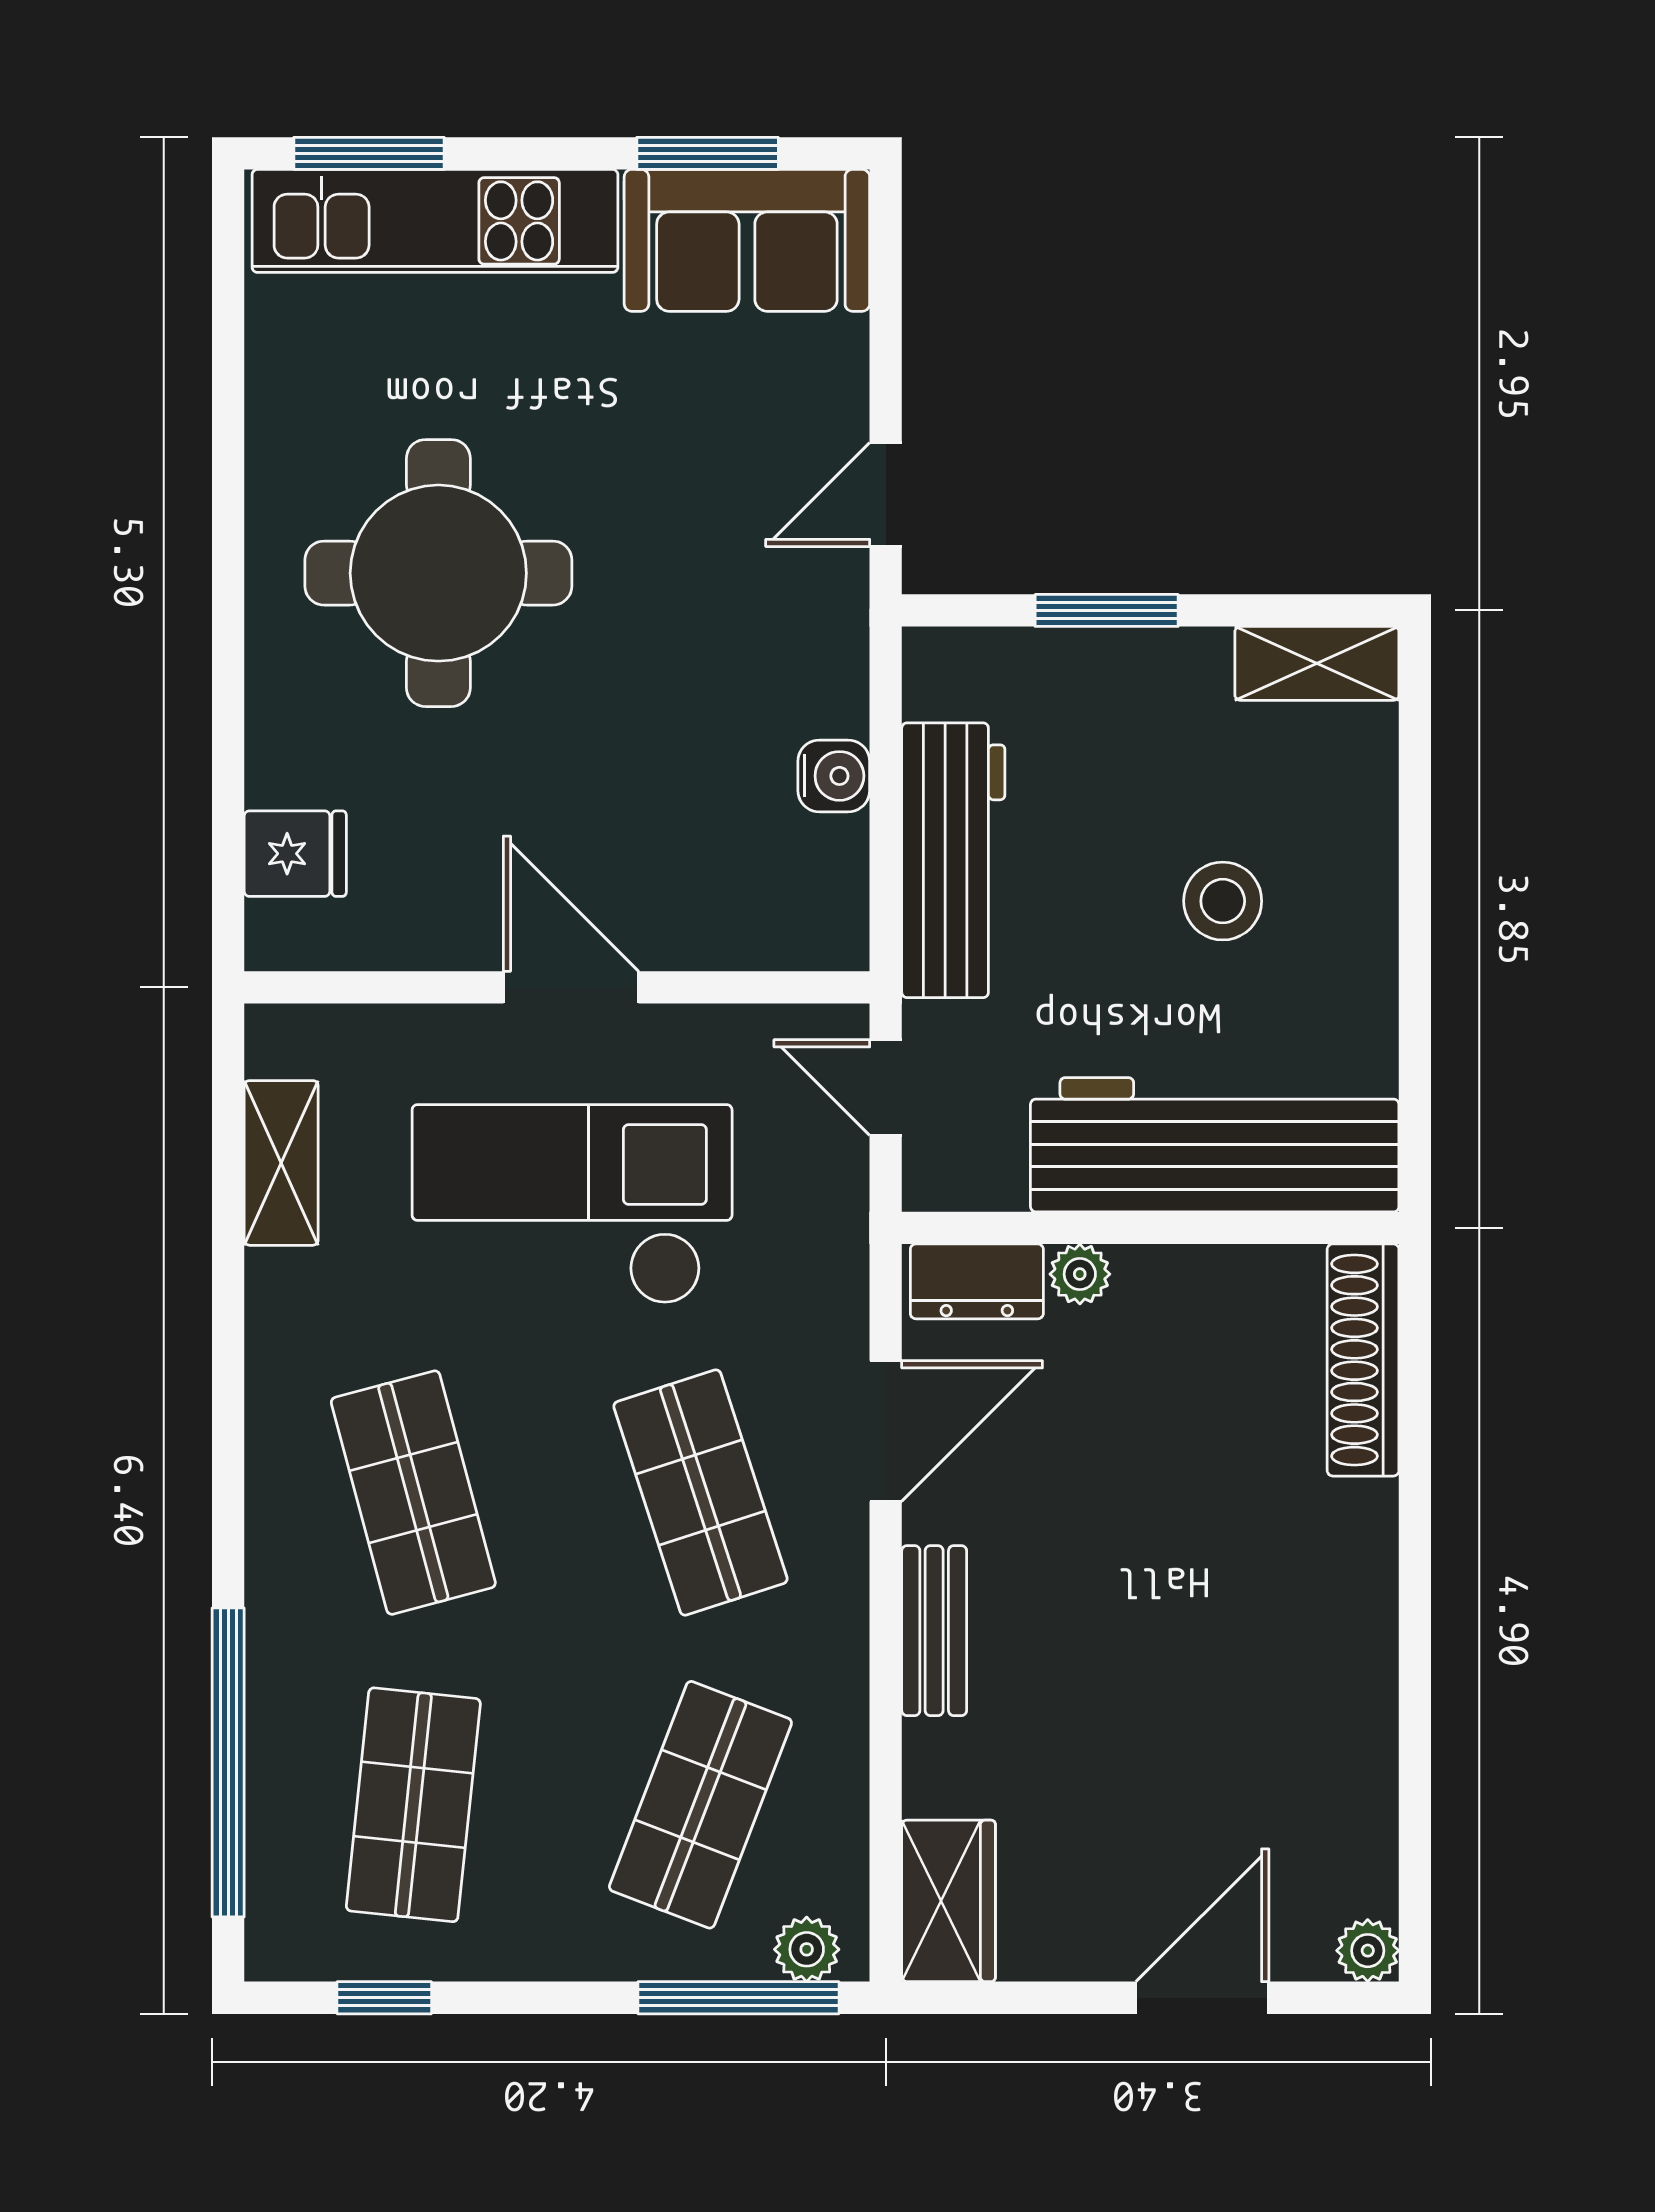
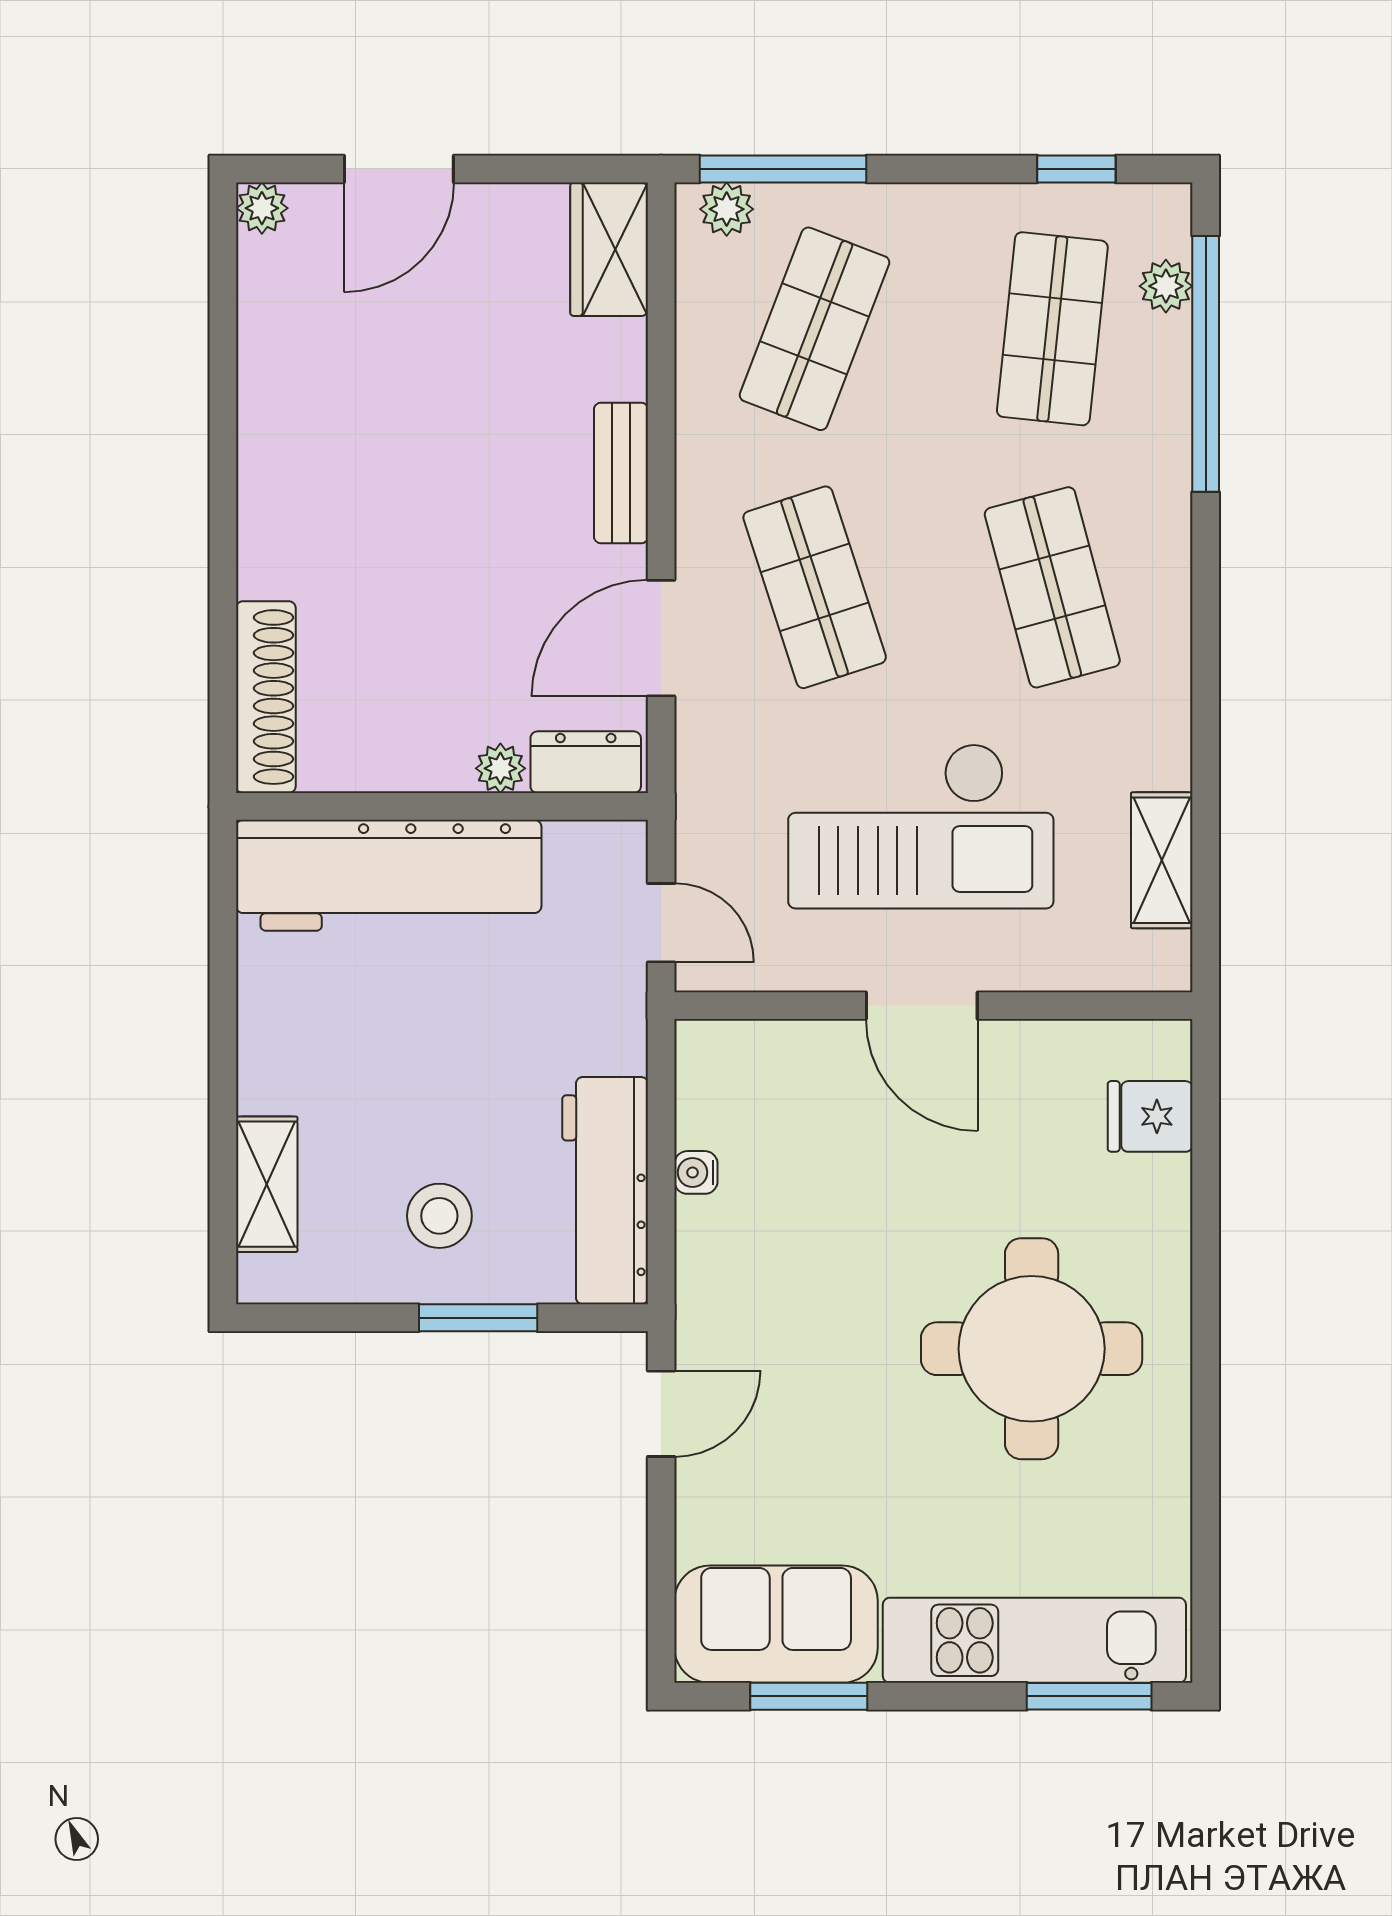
shelving: (1317, 663) -> (267, 1184), moved, turned 90
water cooler: (834, 776) -> (696, 1172), width x0.72, depth x0.72
workbench: (953, 860) -> (605, 1191), moved
stool: (1223, 901) -> (439, 1216), moved
plant: (276, 1856) -> (1166, 286), added

